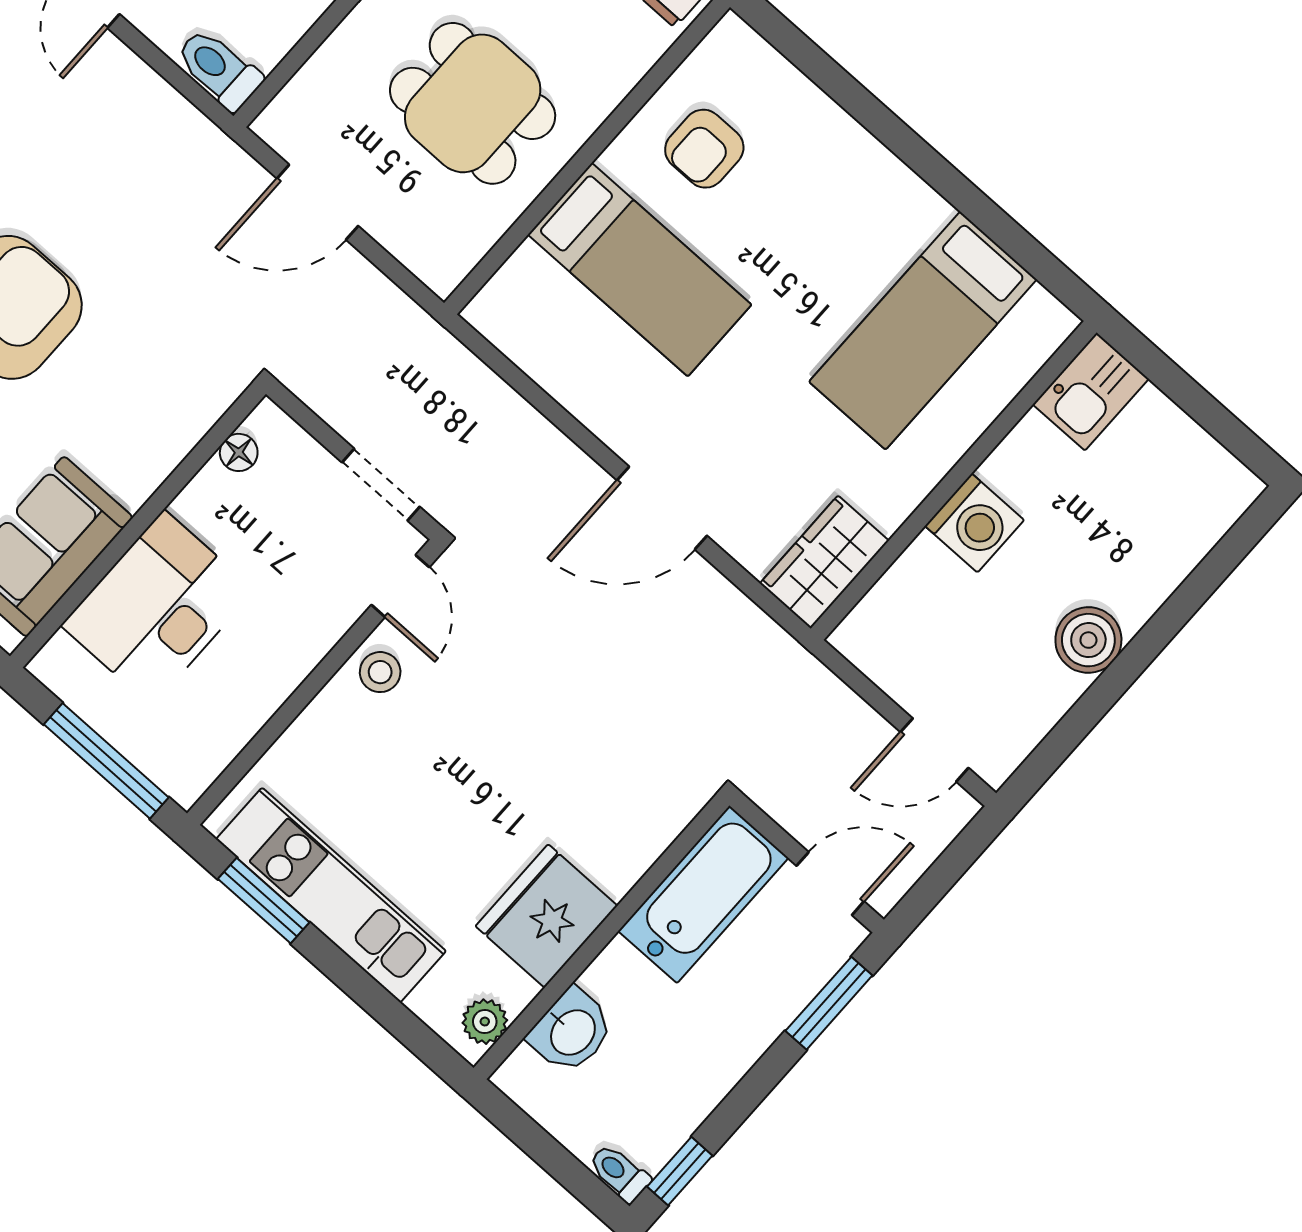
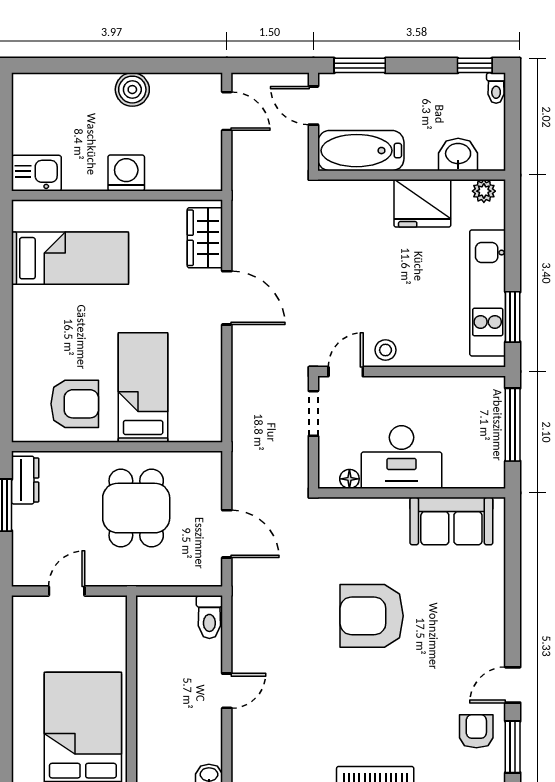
armchair: (704, 149) -> (75, 404), width x1.38, depth x1.38
wardrobe: (824, 562) -> (205, 238), moved, turned 90
desk: (158, 608) -> (402, 457), moved

